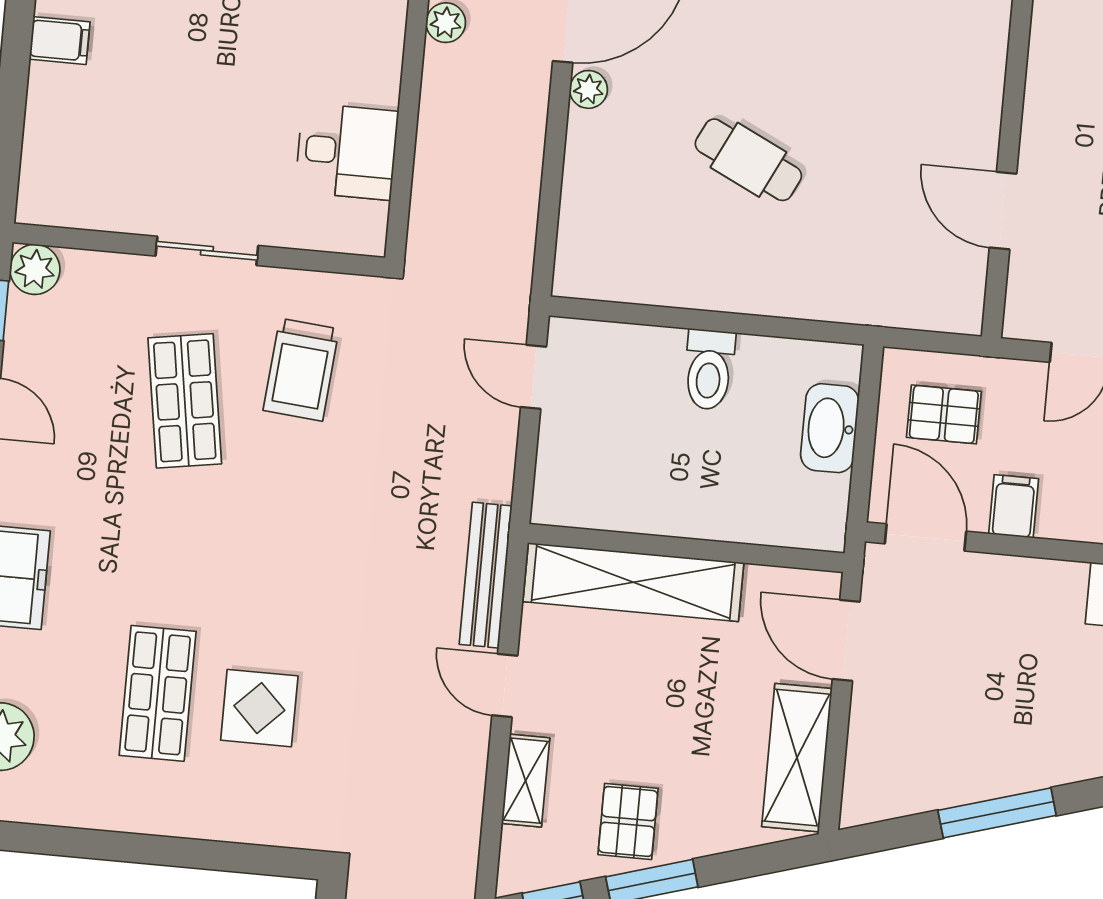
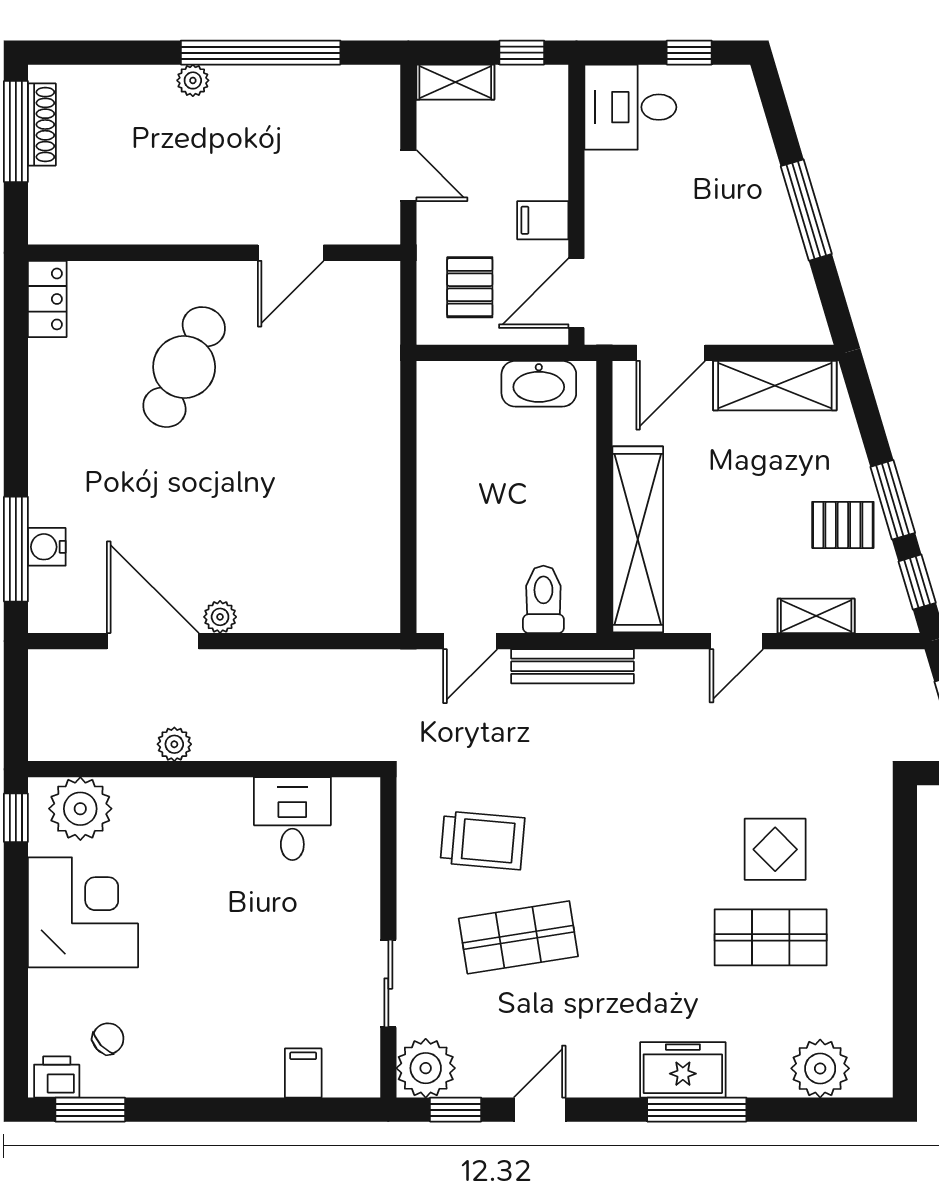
filing cabinet: (60, 41) -> (303, 1073), moved
cafe table: (748, 160) -> (184, 367), moved, width x1.37, depth x1.35
sliding door: (207, 251) -> (388, 984), moved
plant: (35, 269) -> (426, 1068), width x1.36, depth x1.36
toilet: (709, 370) -> (543, 599), moved, turned -90
washbasin: (830, 428) -> (539, 384), moved
bench: (486, 575) -> (573, 666), moved

